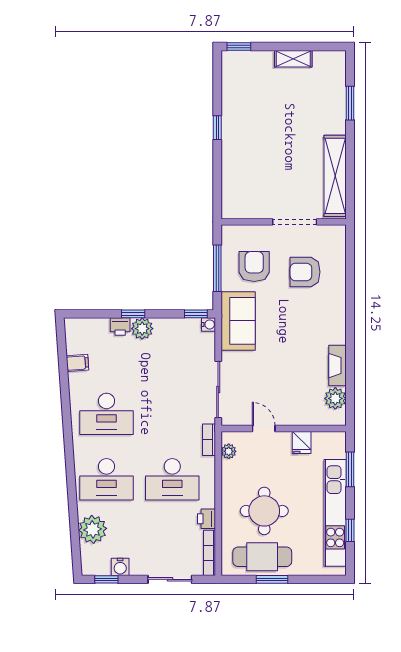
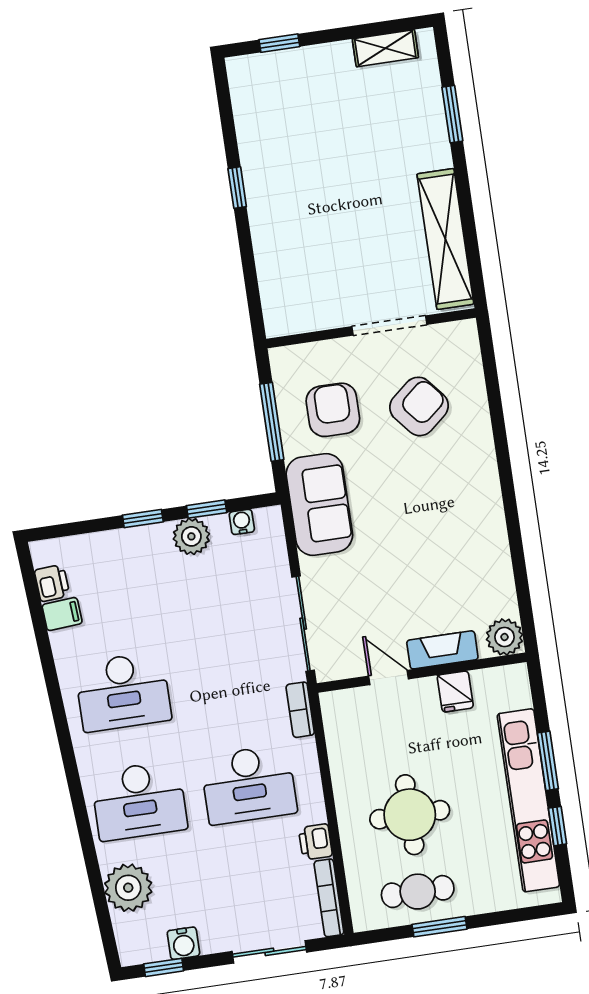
window: (239, 46) -> (279, 43), moved
shelving: (293, 59) -> (385, 48), moved
armchair: (305, 272) -> (419, 406), turned 140
window: (196, 314) -> (207, 509), moved
water cooler: (209, 324) -> (242, 522), moved, turned -90
printer: (120, 326) -> (52, 583), moved, turned -94
plant: (142, 329) -> (191, 536), moved
fireplace: (338, 366) -> (442, 650), moved, turned 90
plant: (335, 398) -> (504, 637), moved
plant: (229, 451) -> (336, 724), removed
window: (350, 469) -> (548, 761), moved
cafe table: (262, 557) -> (418, 892), width x0.73, depth x0.74

